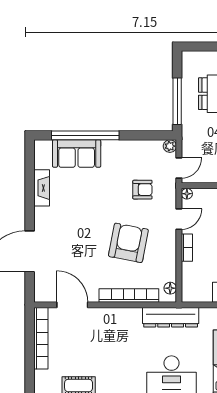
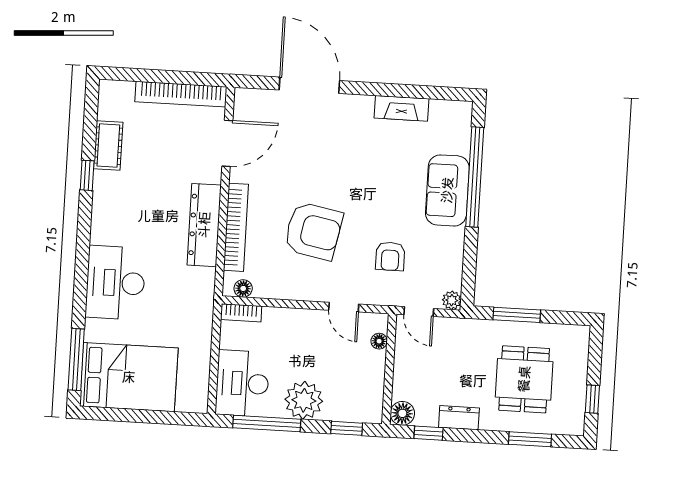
window: (177, 101) -> (517, 315), width x0.69
sofa: (77, 153) -> (447, 190), moved
floor lamp: (187, 194) -> (379, 341), moved
bookcase: (187, 248) -> (241, 313), moved
dresser: (171, 317) -> (204, 225), moved

